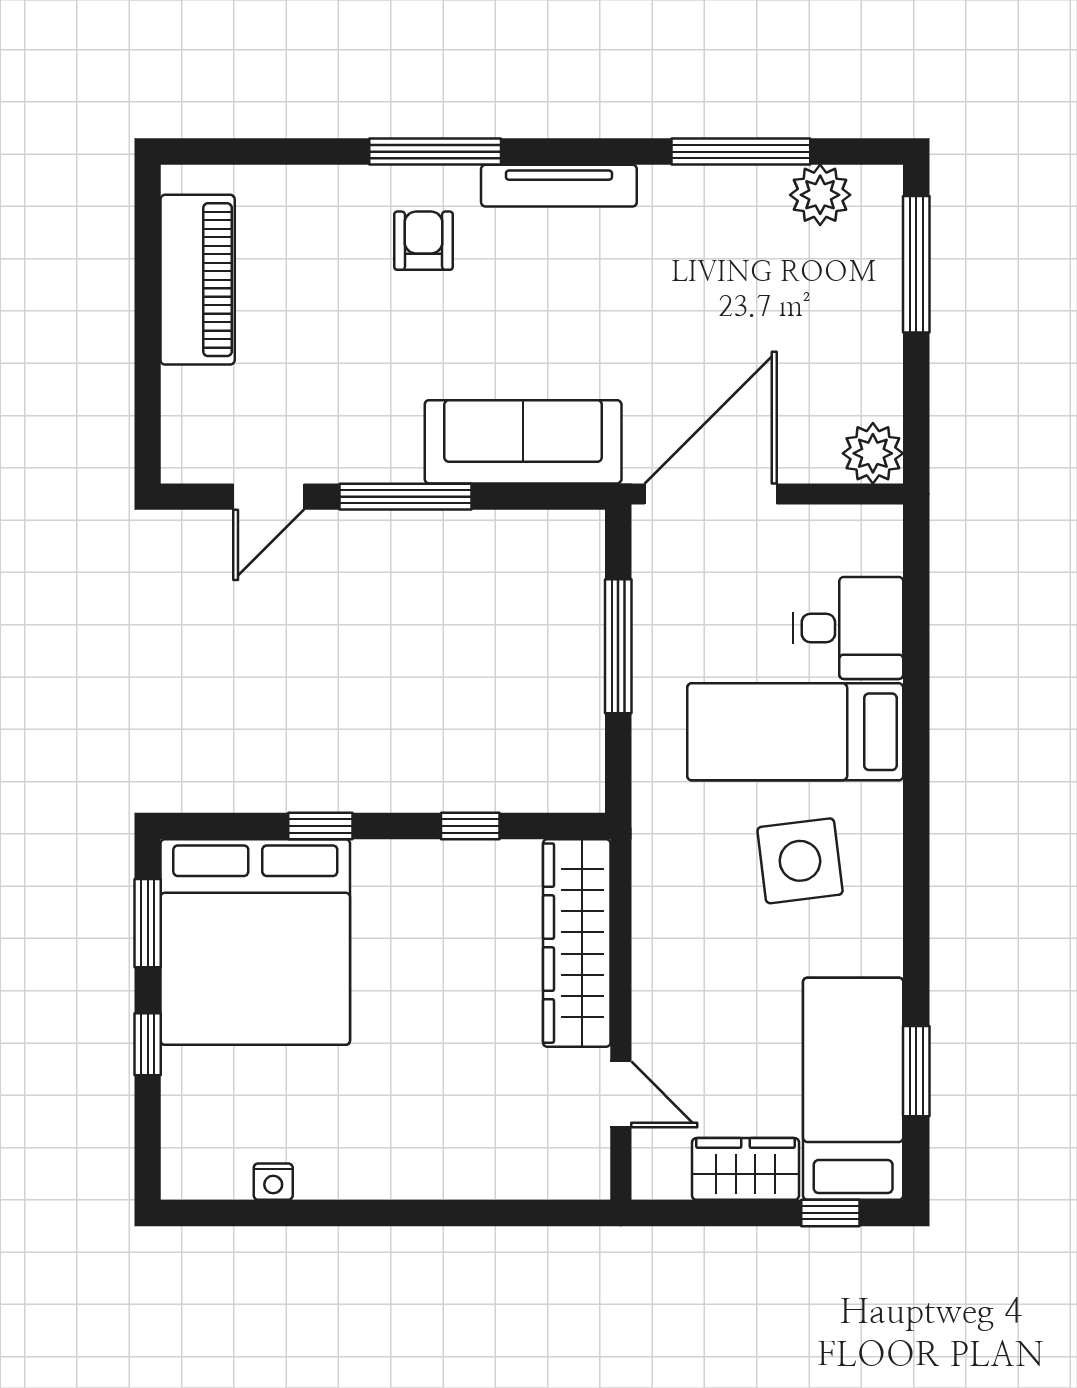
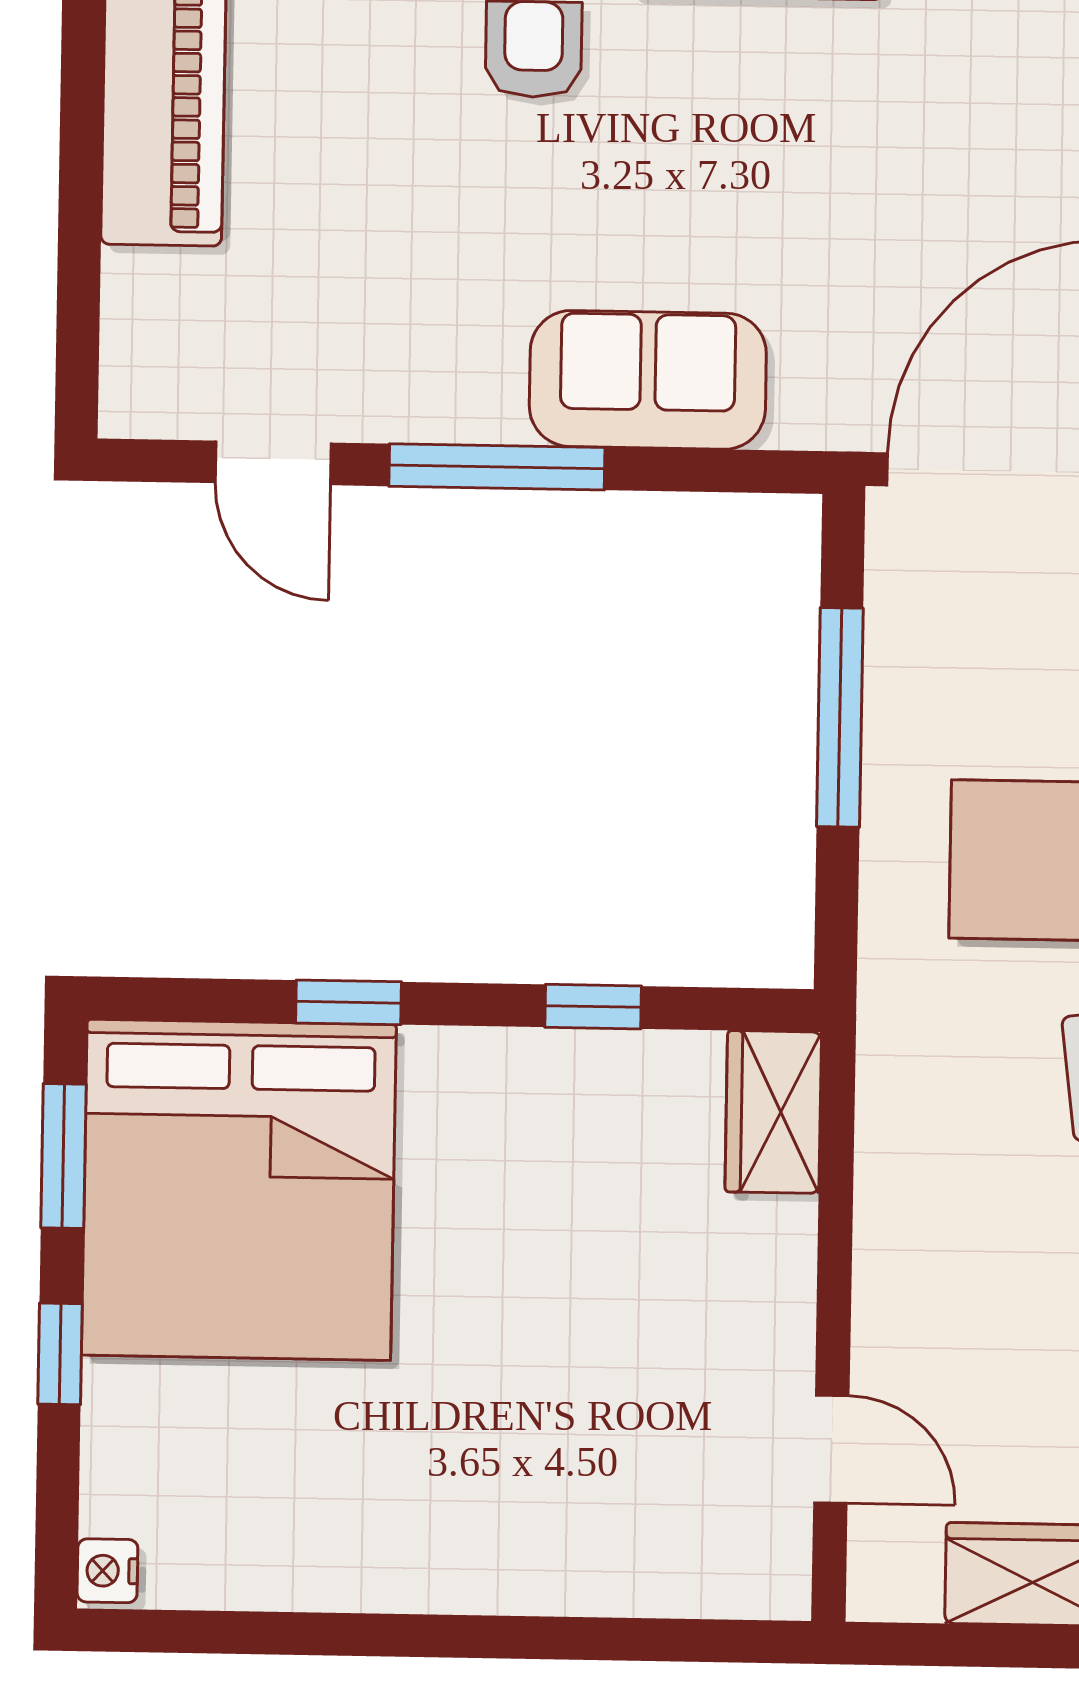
sofa: (523, 442) -> (648, 380), width x0.73
door: (269, 497) -> (273, 463), hinge flipped
wardrobe: (577, 943) -> (773, 1112), width x0.48, depth x0.85
nightstand: (273, 1182) -> (107, 1571), moved, turned 90

